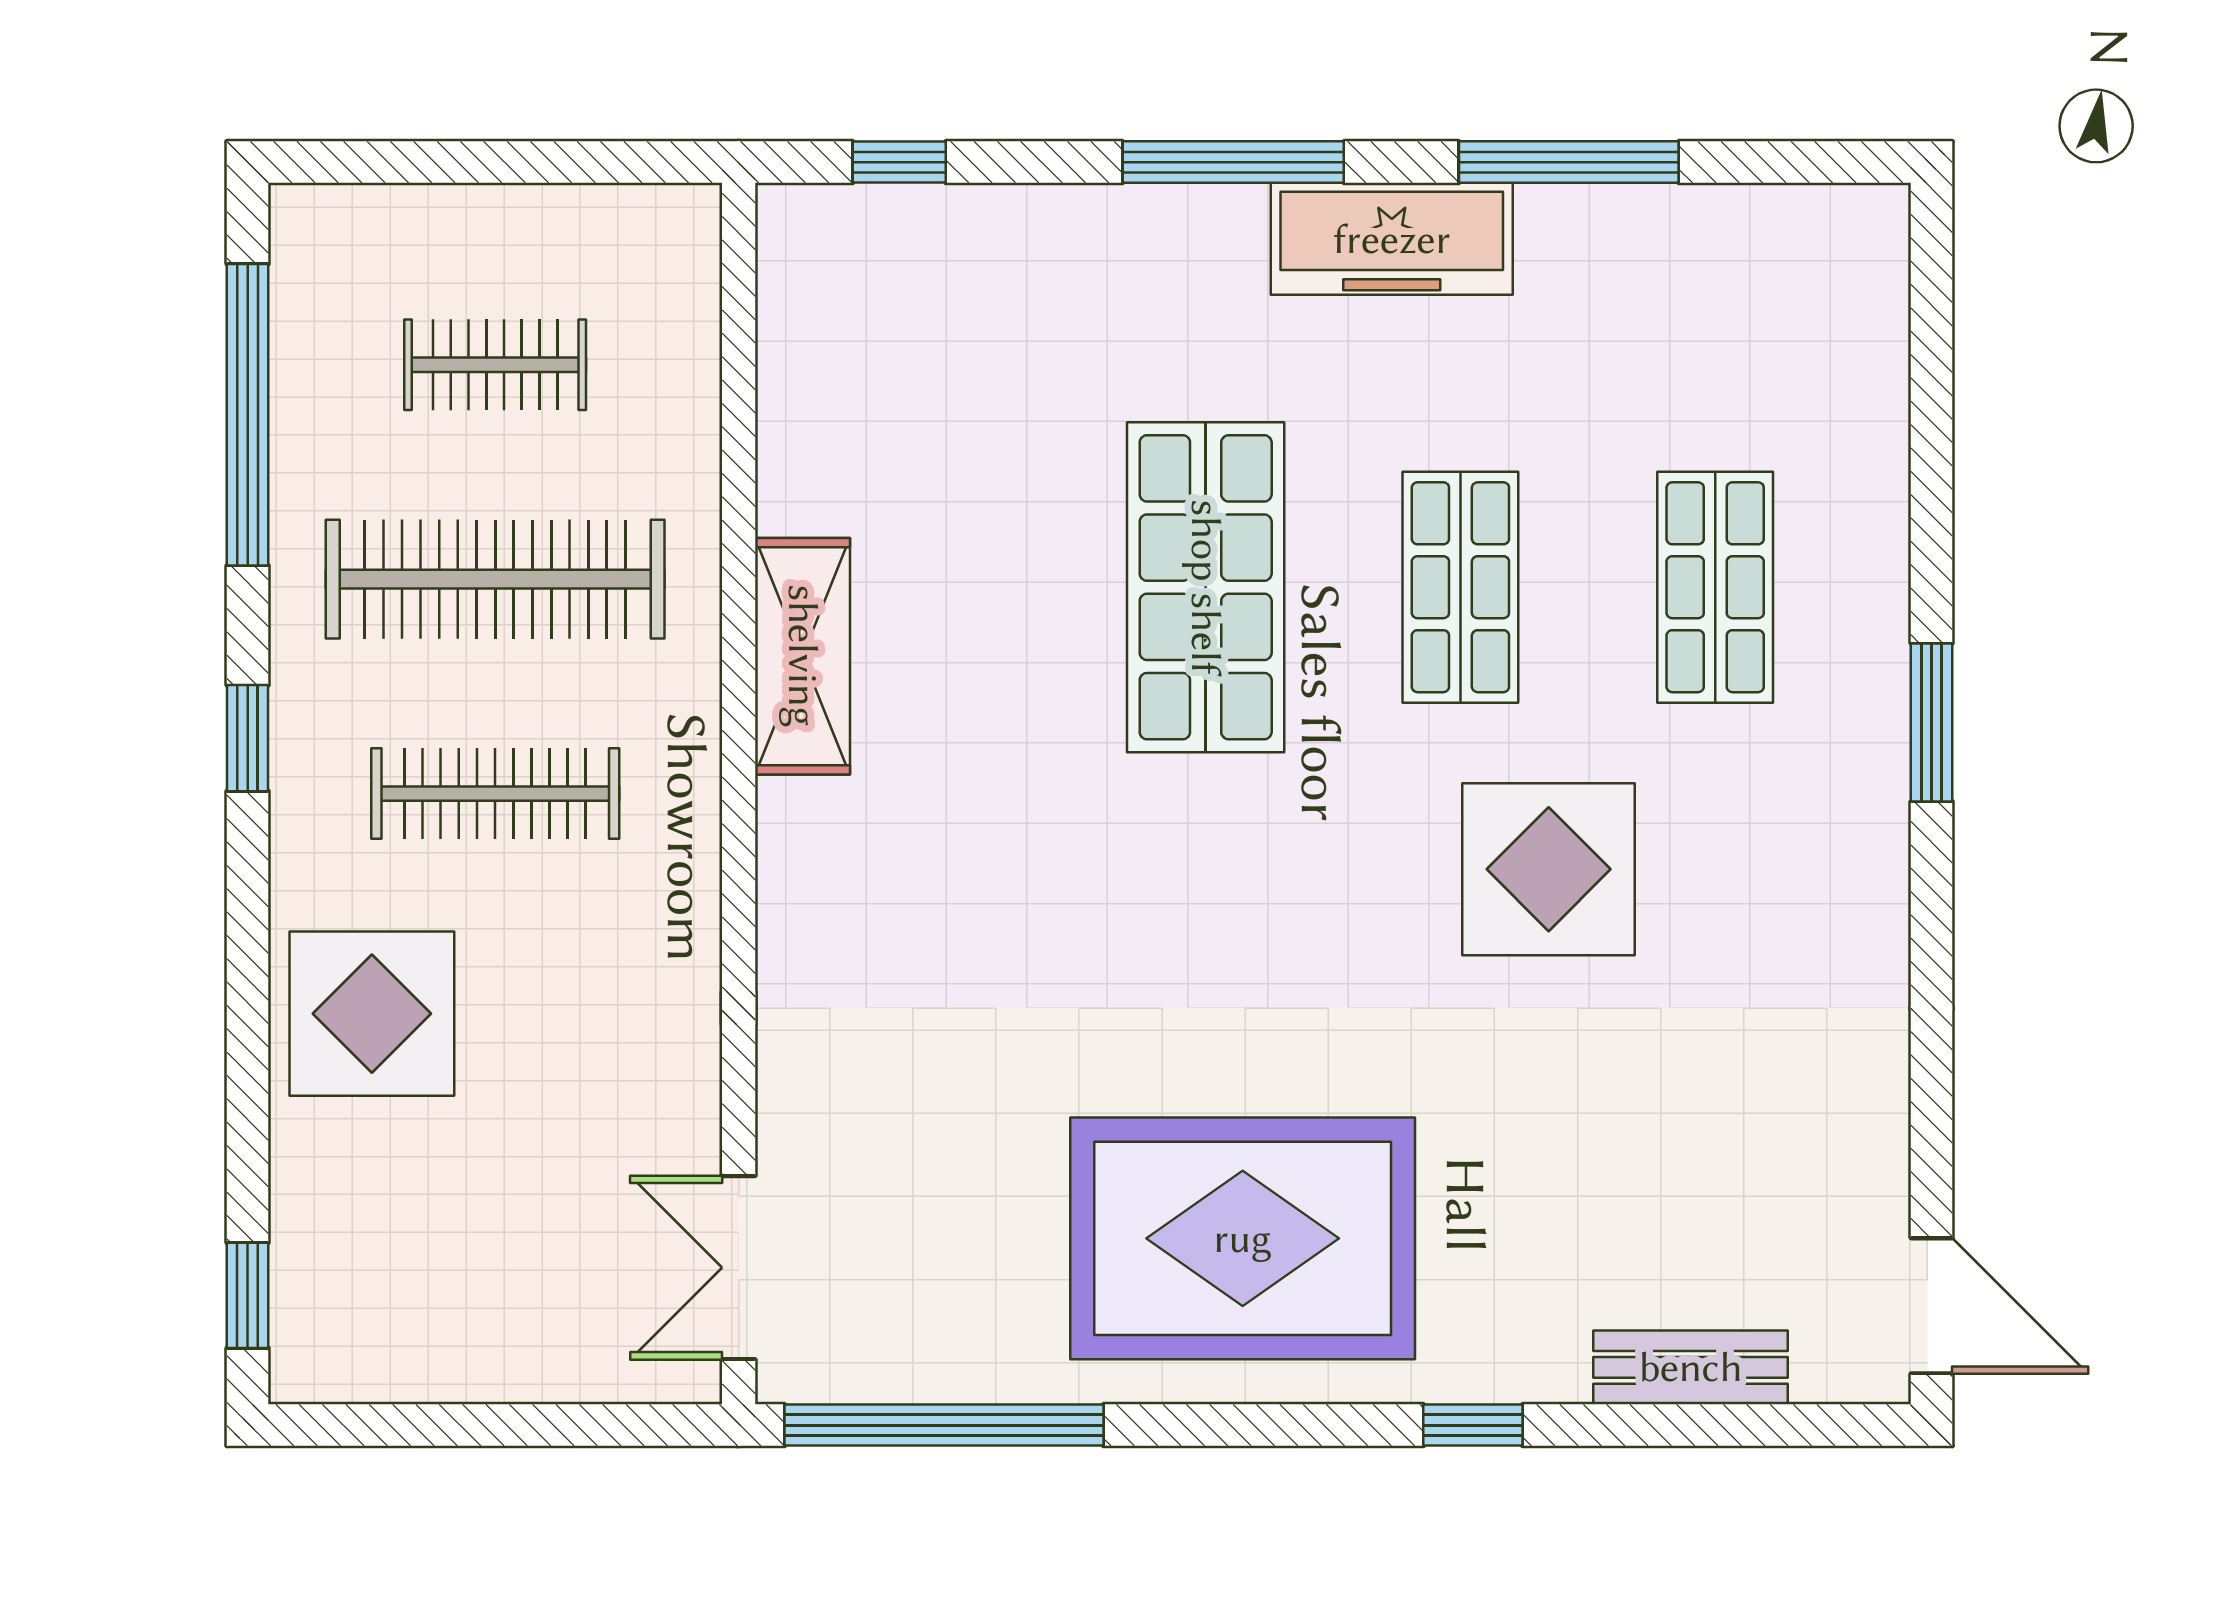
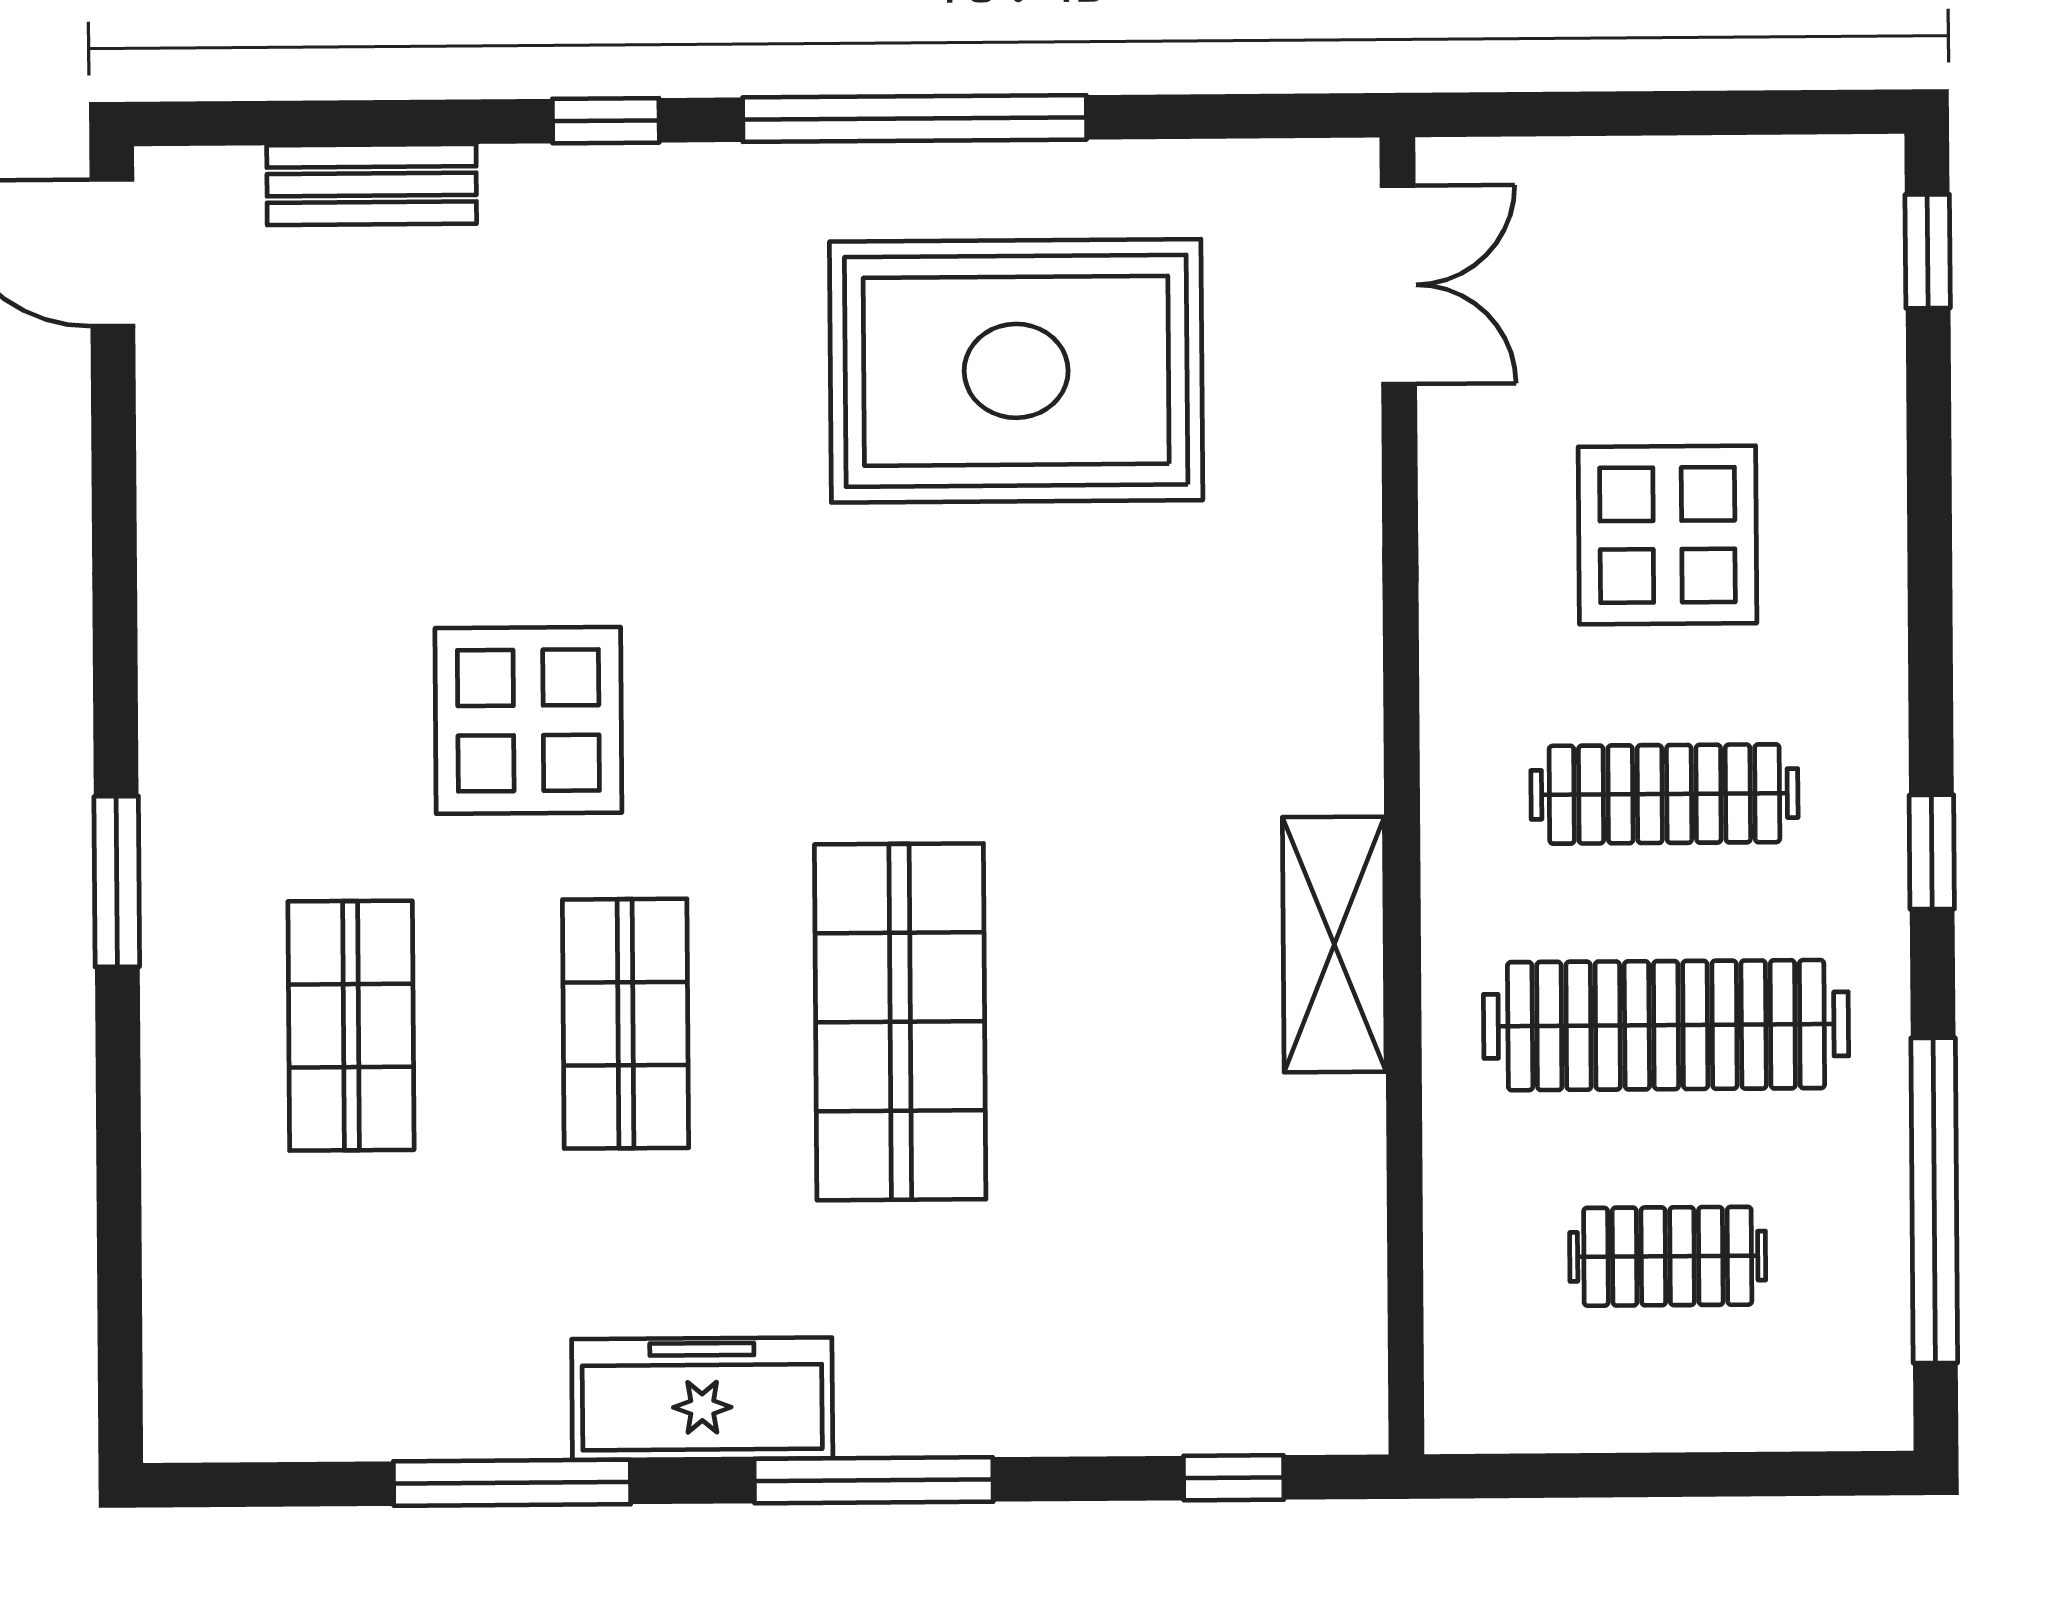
display table: (372, 1014) -> (1667, 535), moved
rug: (1243, 1238) -> (1016, 371), moved
window: (944, 1425) -> (915, 119), moved

